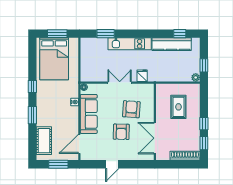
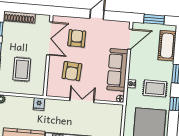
fridge: (142, 76) -> (39, 104), moved
double door: (120, 83) -> (82, 100), swing flipped
rug: (52, 99) -> (155, 88), added
armchair: (121, 132) -> (77, 38), moved

